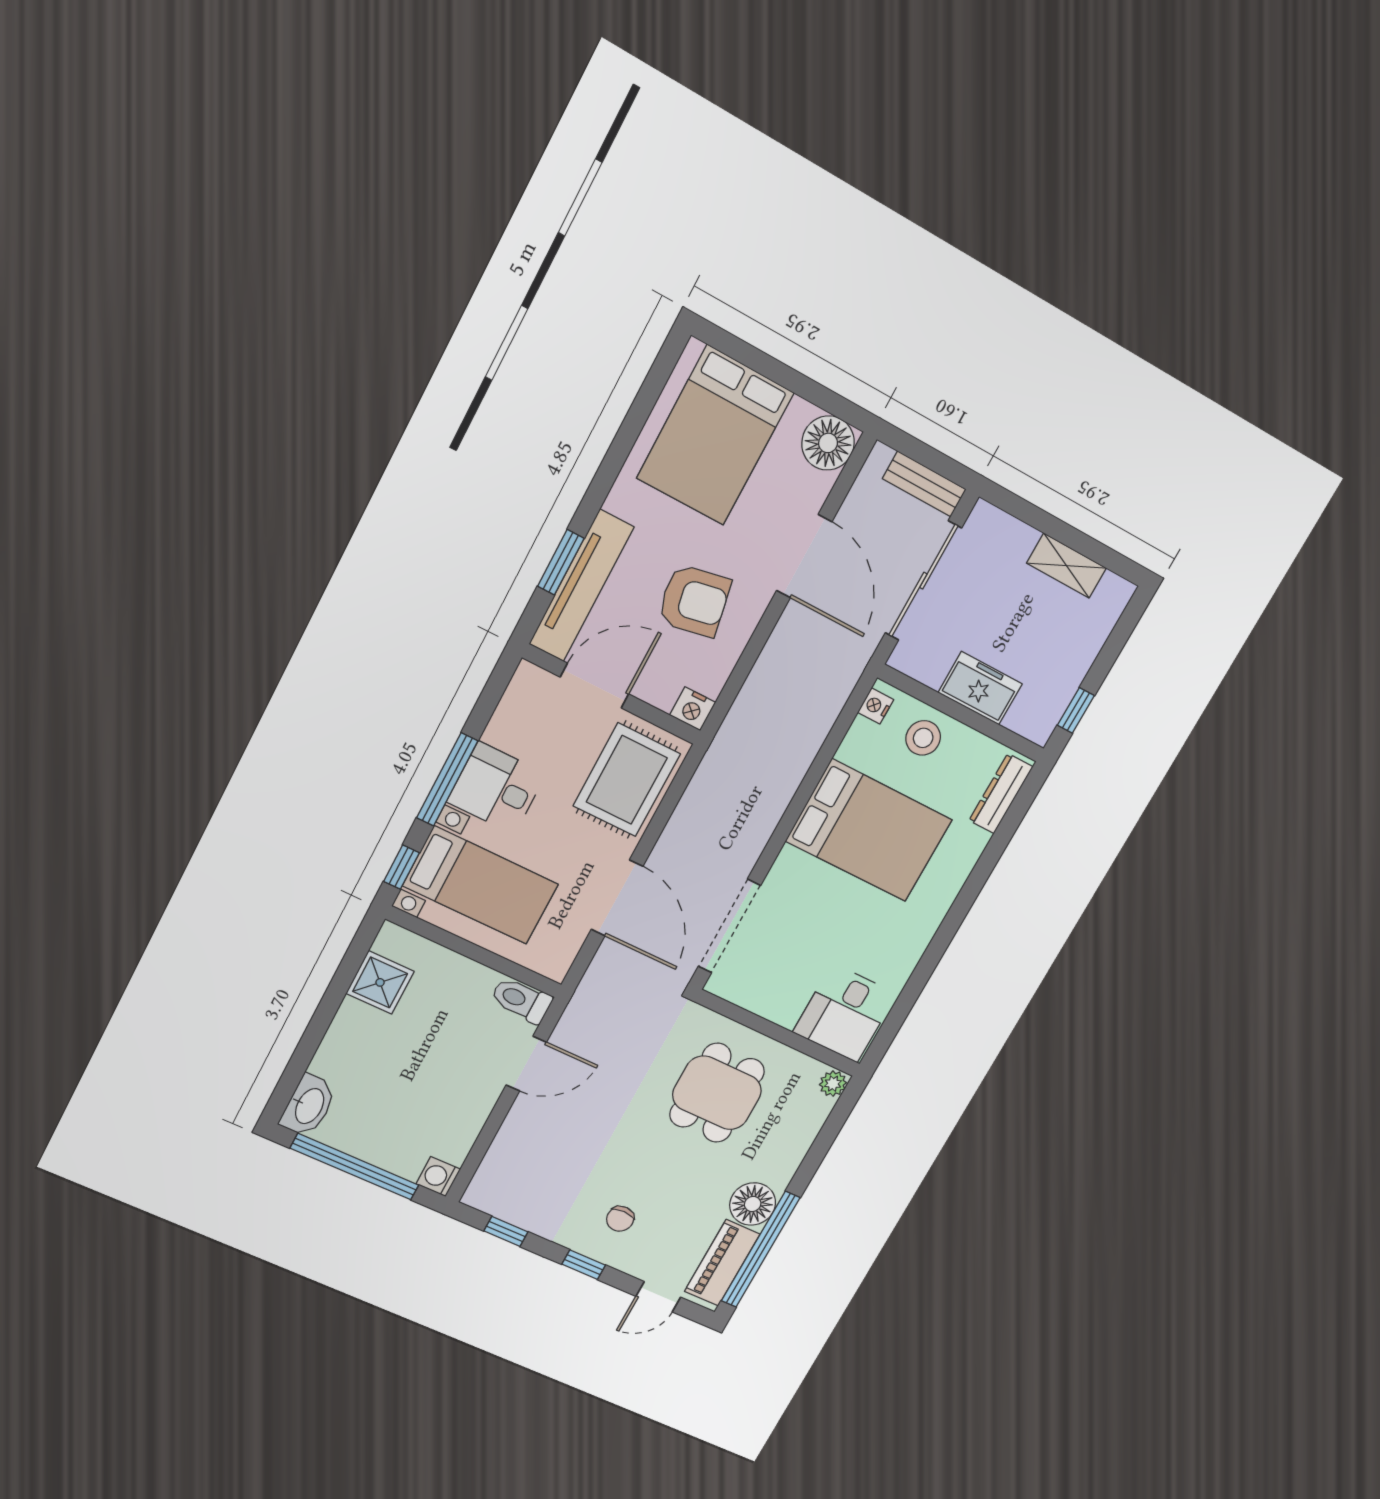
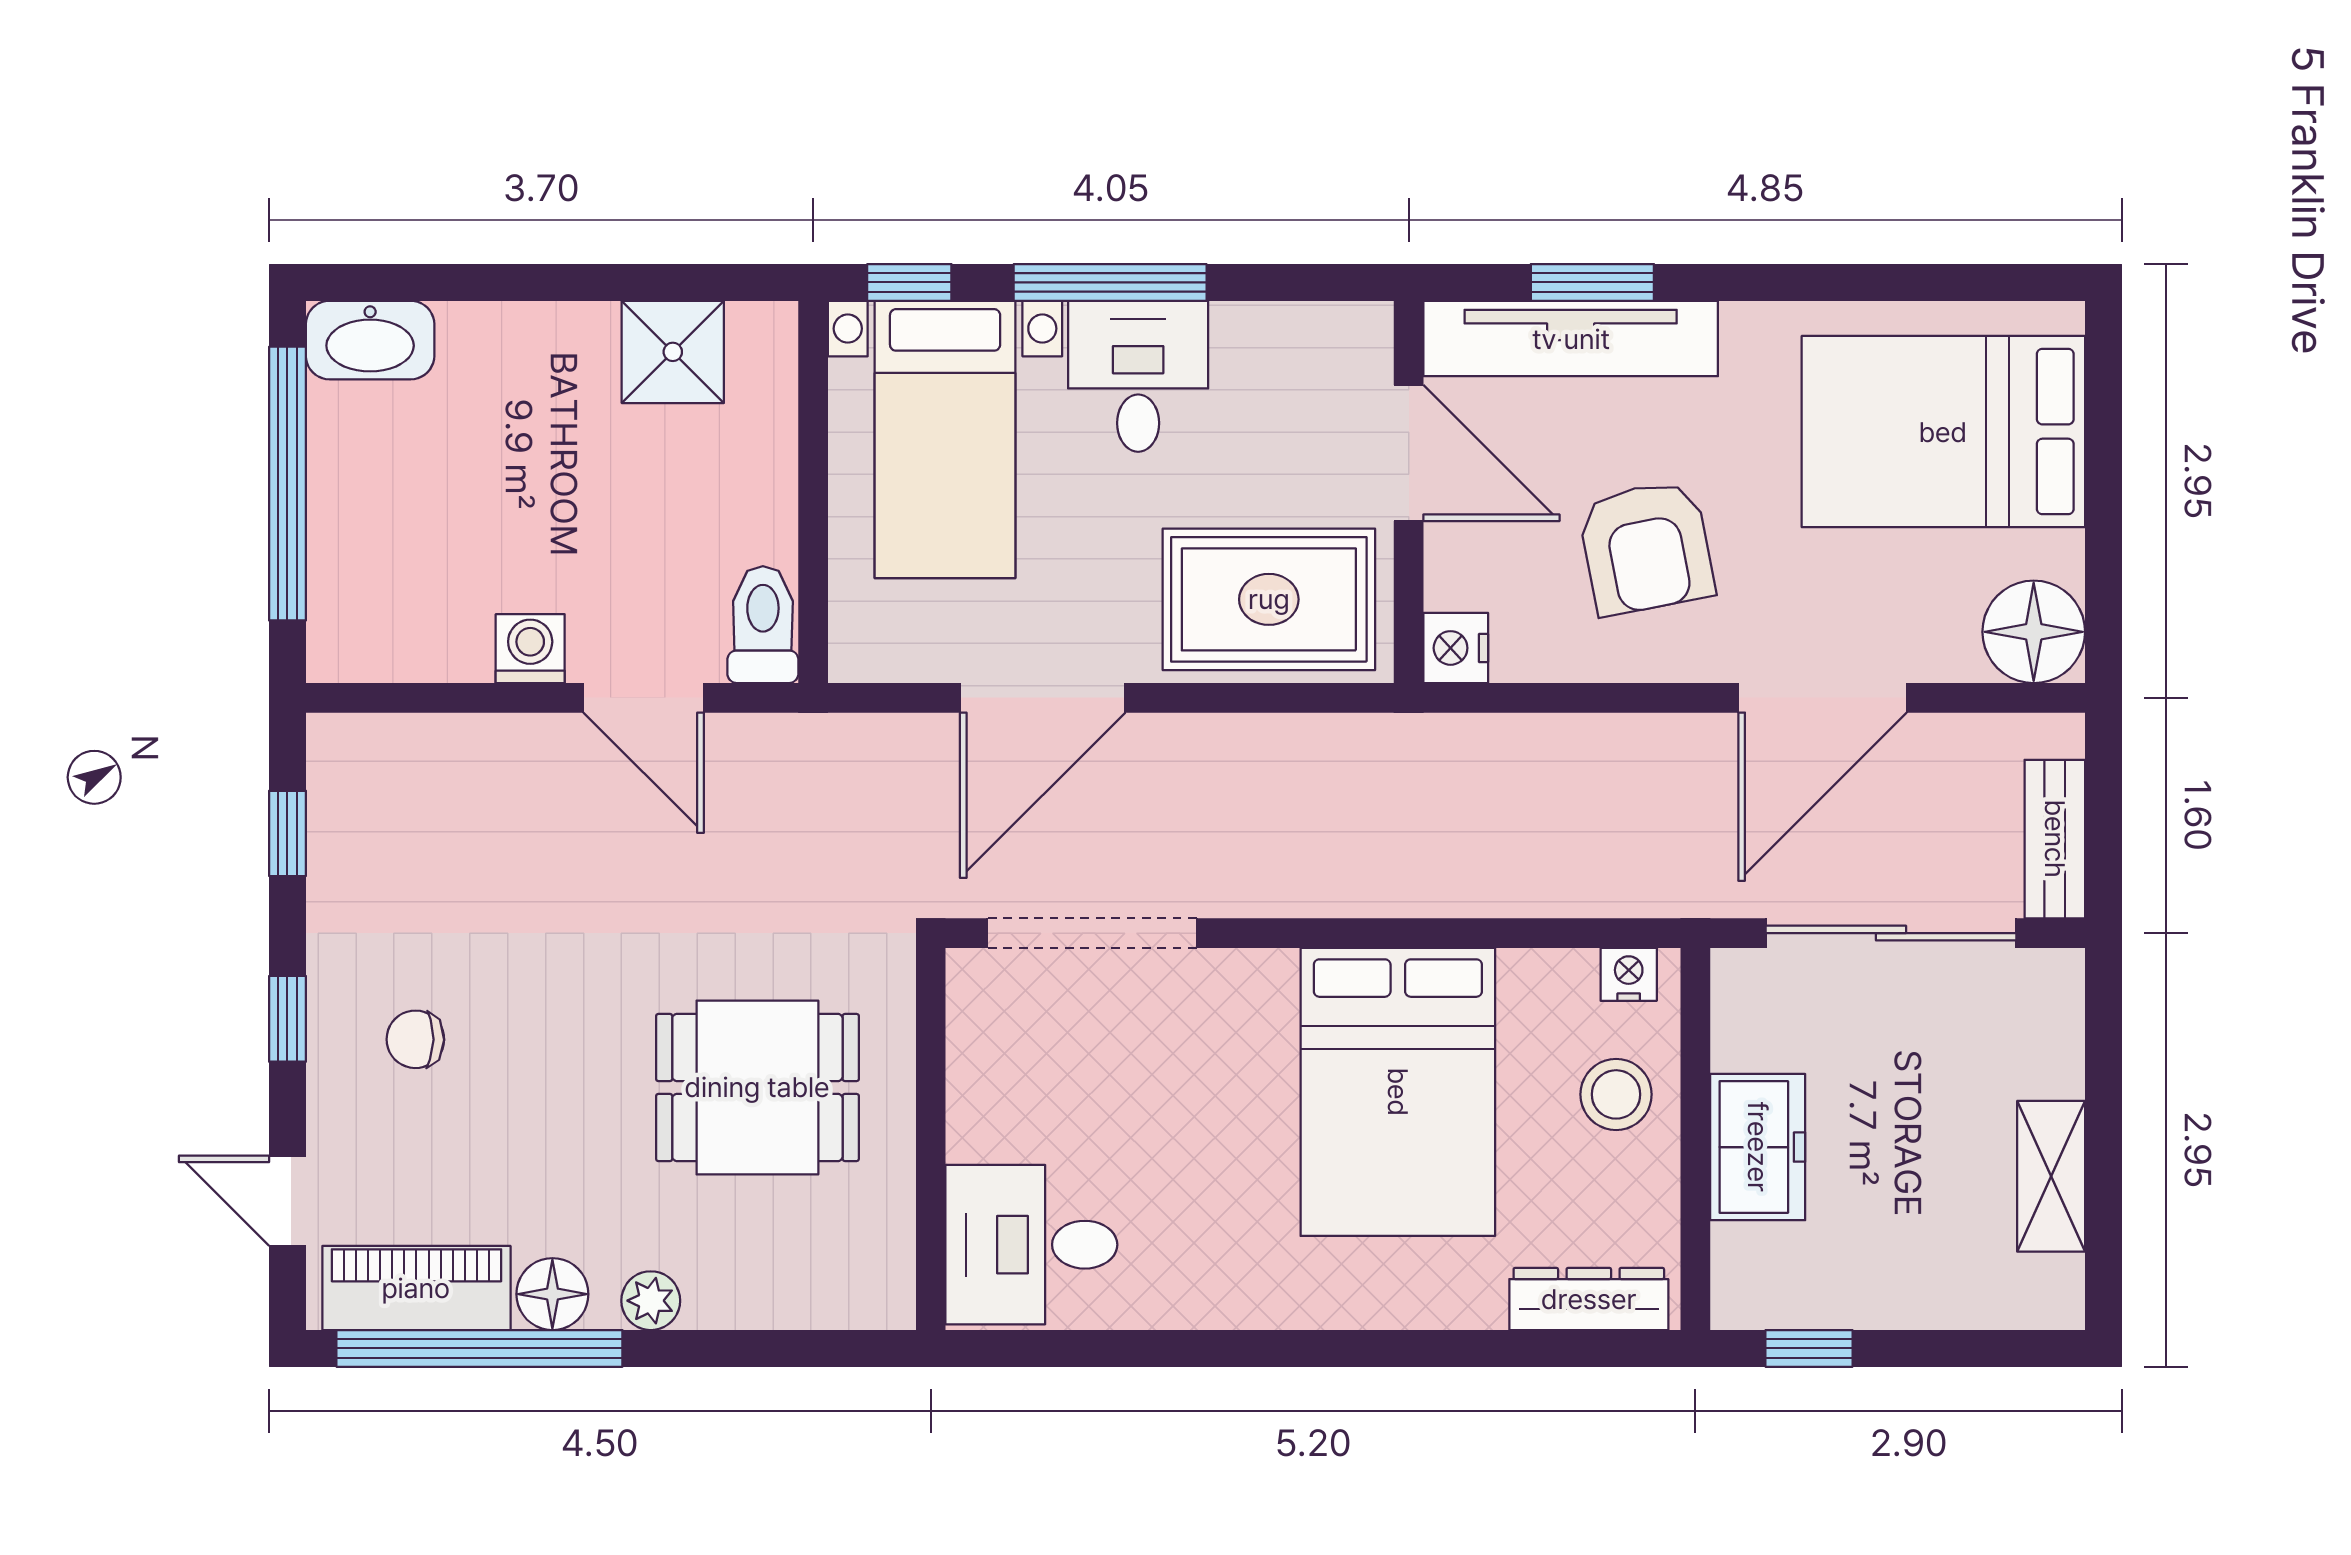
plant: (833, 1084) -> (651, 1301), moved
washing machine: (438, 1177) -> (530, 649), moved
floor lamp: (753, 1204) -> (552, 1294), width x0.73, depth x0.73

